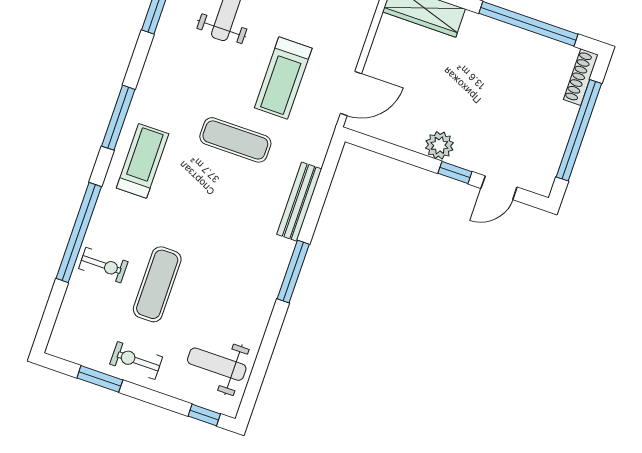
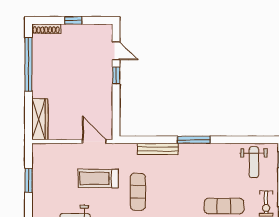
treadmill: (283, 78) -> (98, 178), turned 180
window: (579, 130) -> (73, 20), width x0.32
plant: (439, 145) -> (105, 88), removed

